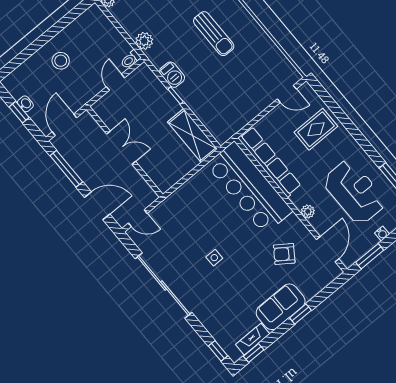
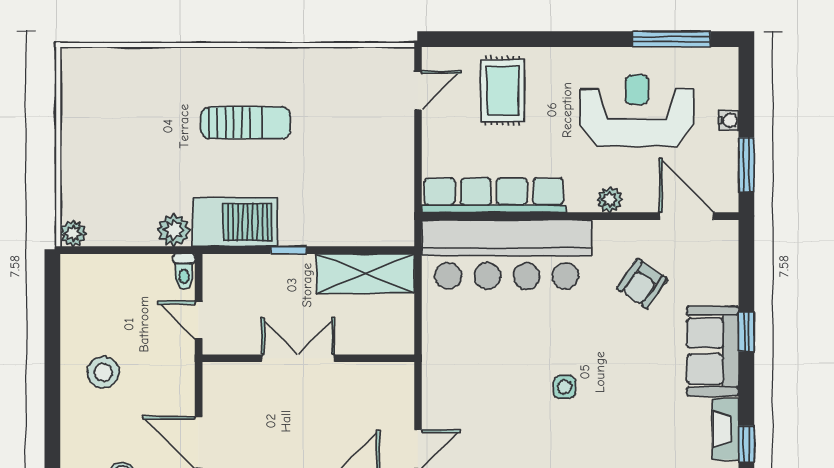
barbecue: (172, 75) -> (235, 222), width x1.88, depth x1.53
double door: (121, 148) -> (298, 358), moved
wall: (125, 152) -> (308, 358), moved

